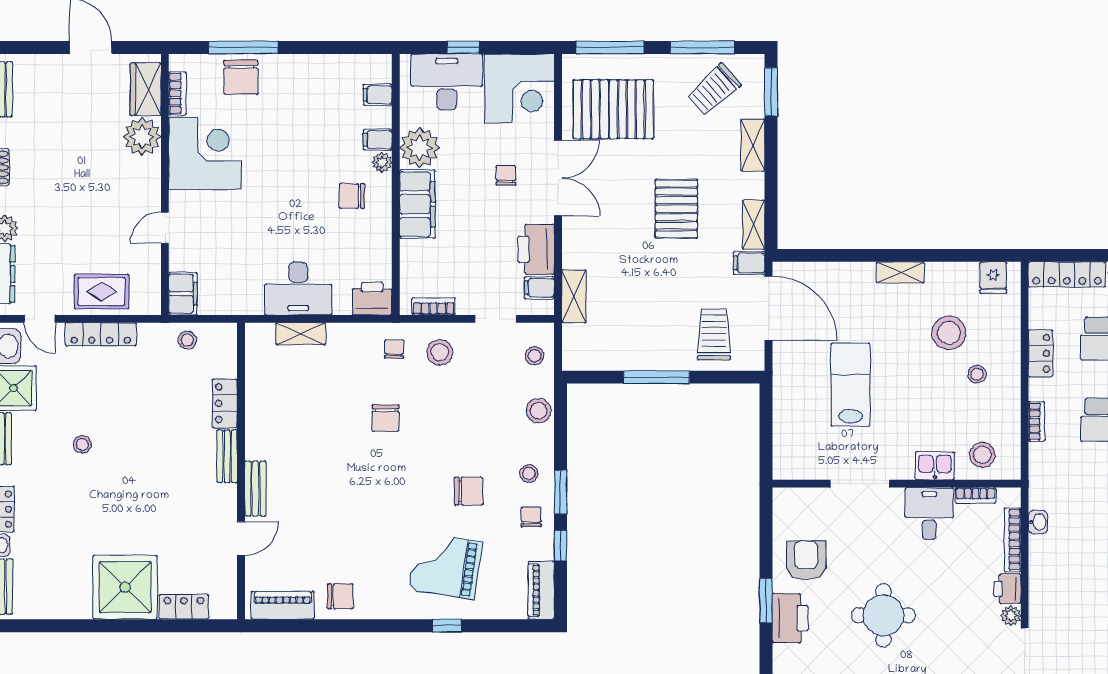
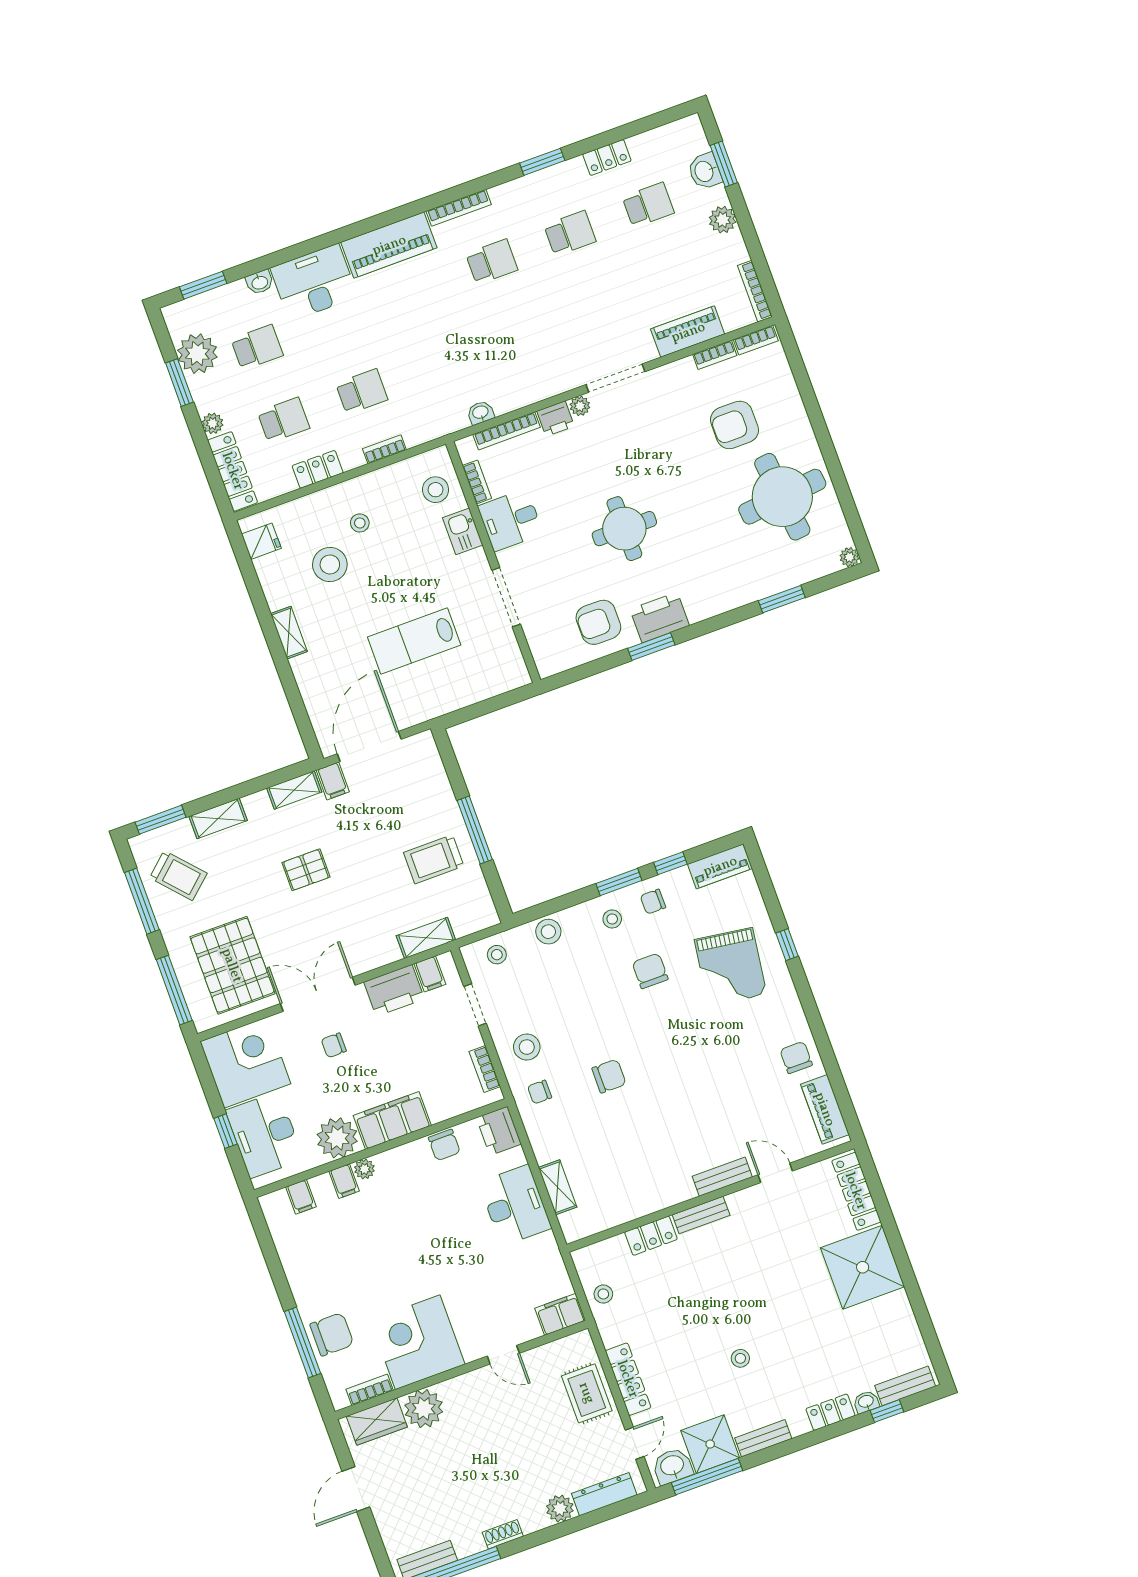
chair: (352, 196) -> (444, 1145), moved
pallet: (676, 209) -> (306, 870), width x0.67, depth x0.71
trolley: (714, 334) -> (434, 859), moved
locker: (184, 607) -> (856, 1191), width x1.53

